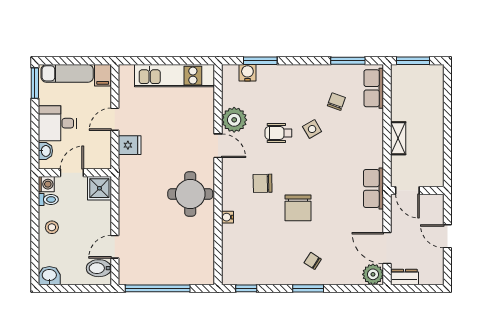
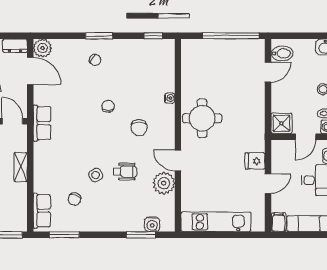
chair: (263, 183) -> (139, 128), turned 91
chair: (298, 208) -> (108, 106), width x0.54, depth x0.54

